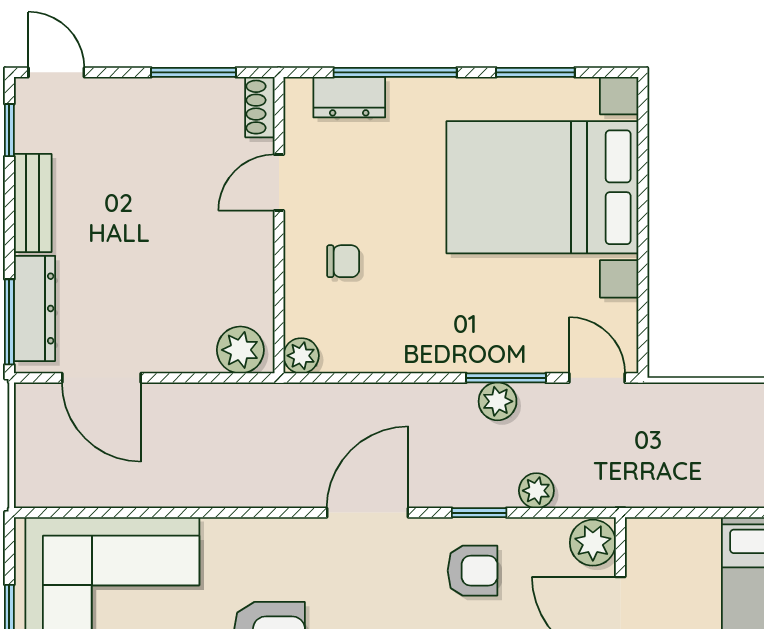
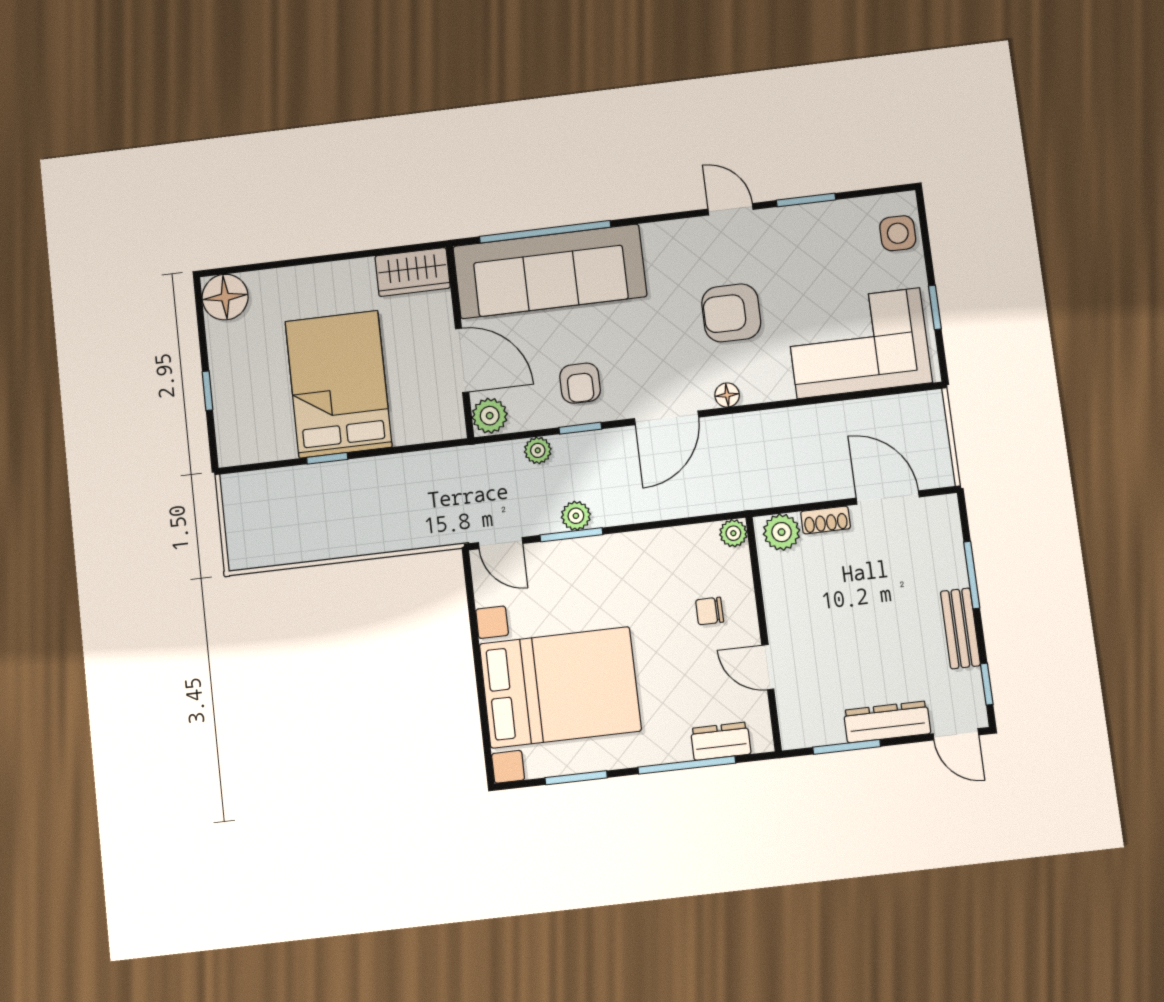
shoe rack: (260, 107) -> (826, 520), moved, turned 90
door: (279, 183) -> (768, 667), swing flipped
dresser: (35, 308) -> (887, 722), moved, turned 90
window: (9, 322) -> (972, 575), moved
floor lamp: (287, 533) -> (727, 395), added
armchair: (473, 571) -> (580, 383), turned -90

